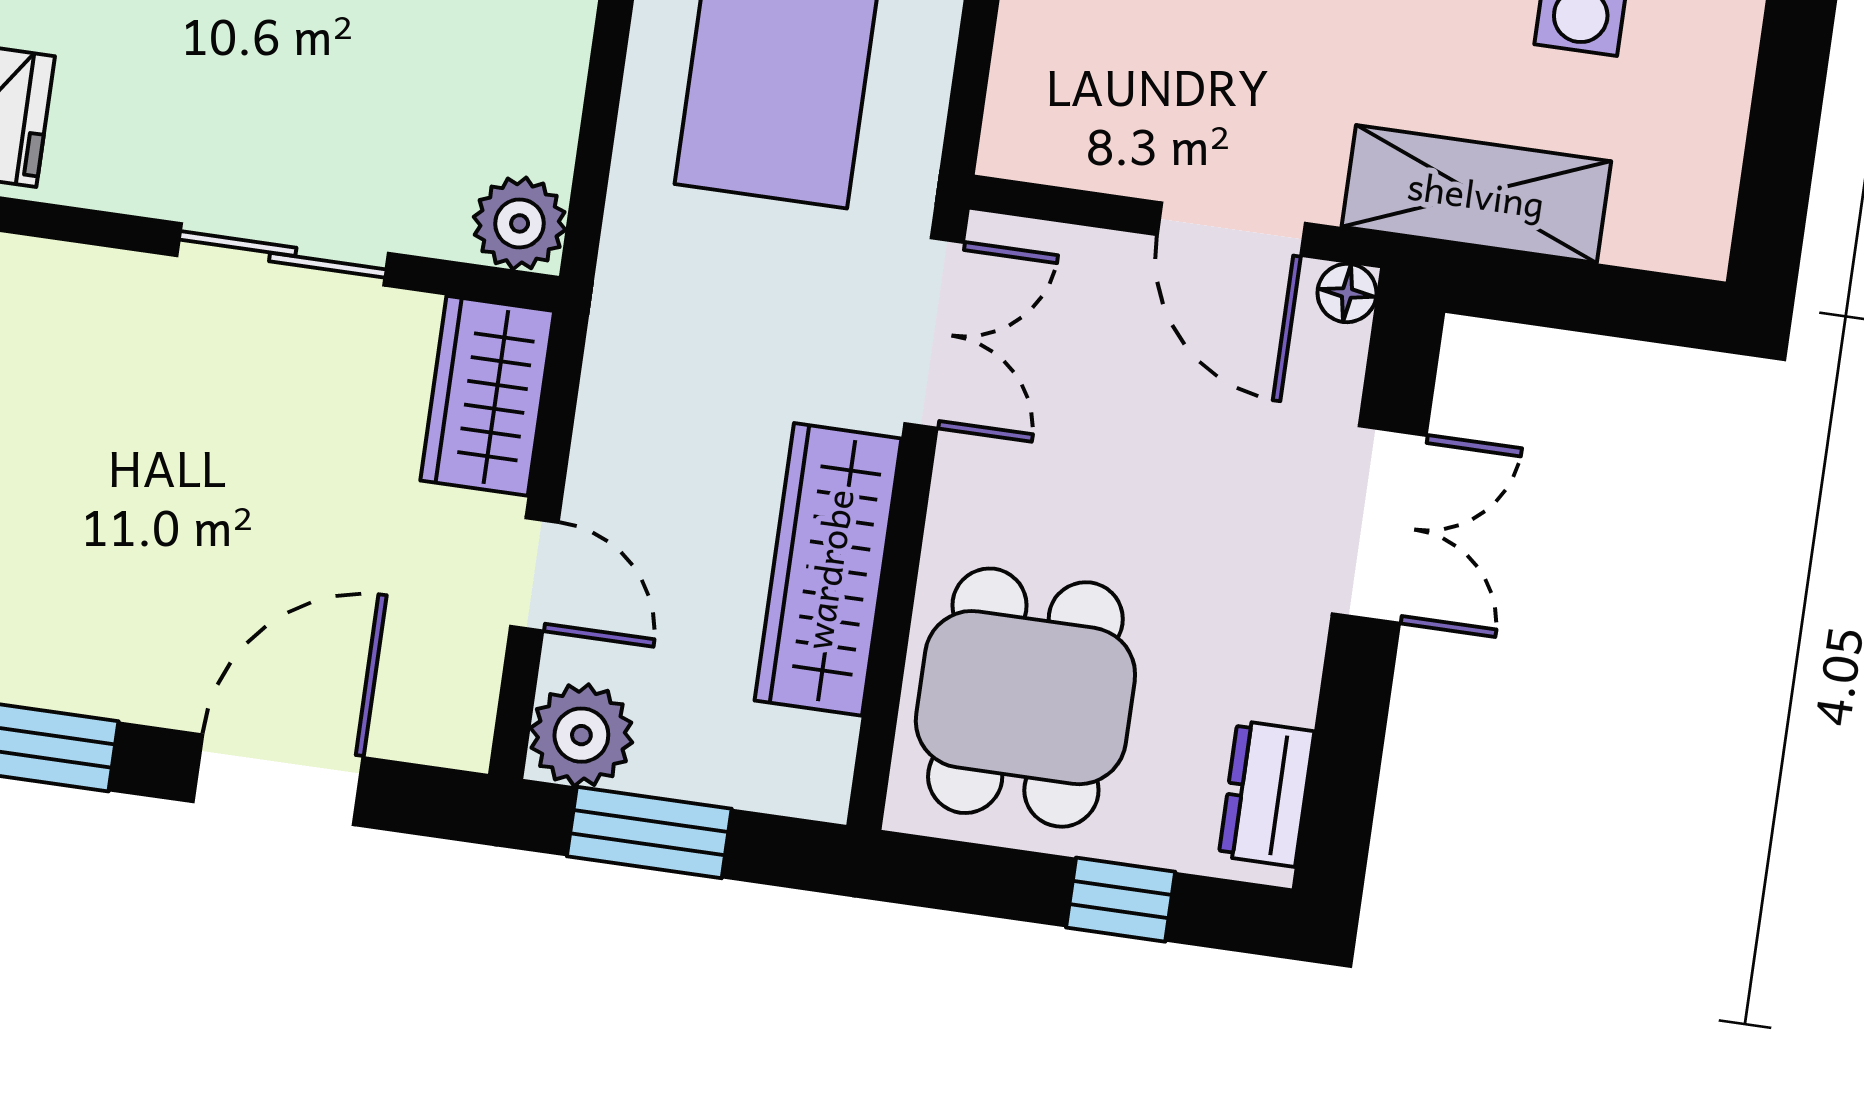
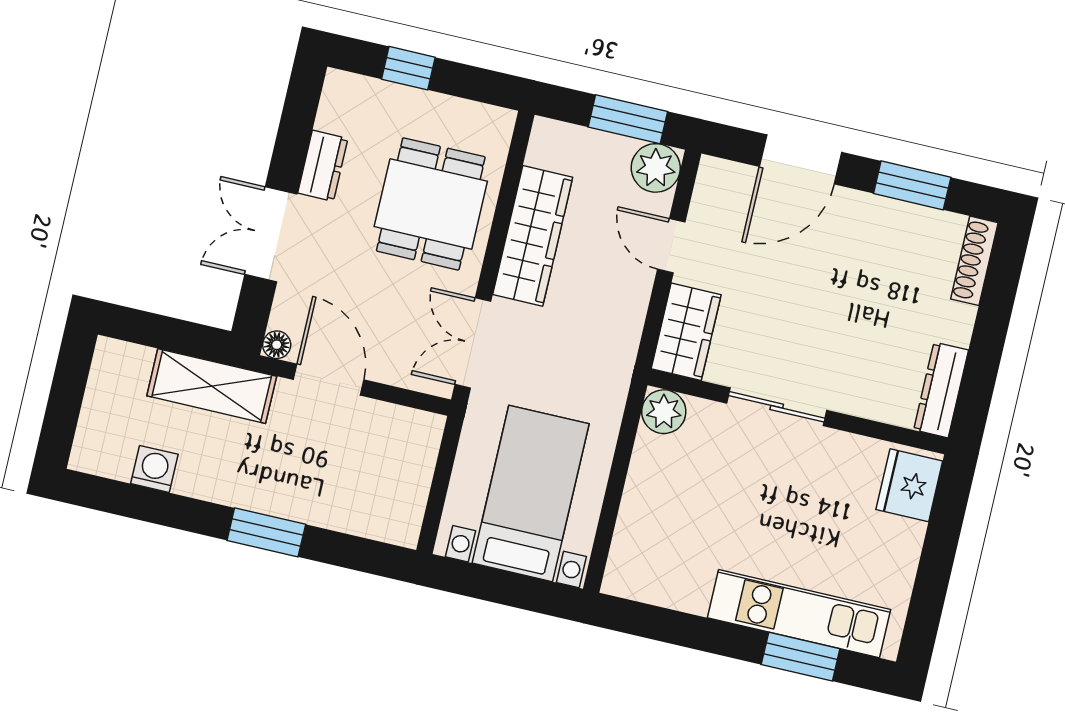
dining table: (1025, 698) -> (431, 204), moved
dresser: (1266, 794) -> (323, 166), moved

